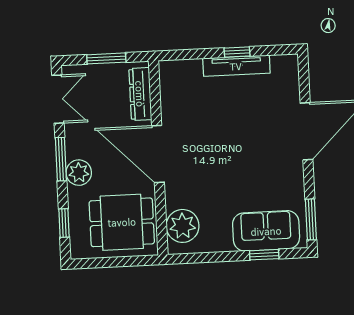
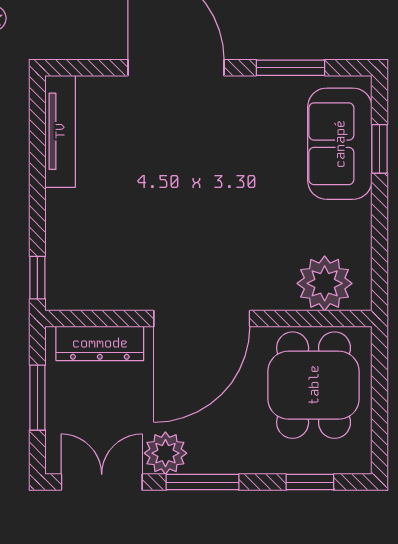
window: (237, 52) -> (37, 278), moved
tv unit: (236, 66) -> (60, 131), moved
plant: (79, 173) -> (165, 453), moved
window: (311, 219) -> (290, 68), moved

